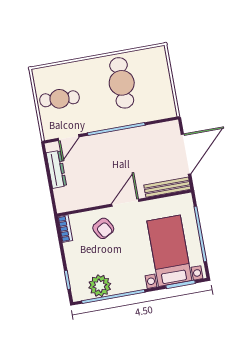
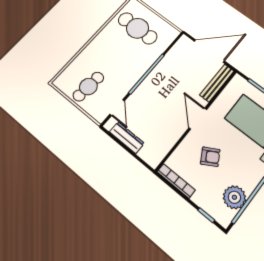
cafe table: (122, 83) -> (138, 28), moved
door: (186, 154) -> (209, 51), hinge flipped
armchair: (103, 228) -> (210, 157), moved
bookcase: (65, 229) -> (176, 181), width x1.56

